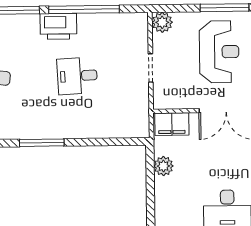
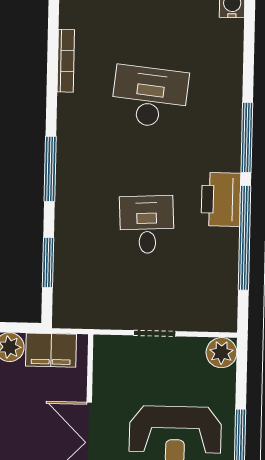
filing cabinet: (172, 124) -> (51, 350), moved, turned -90
window: (105, 142) -> (48, 263), added

